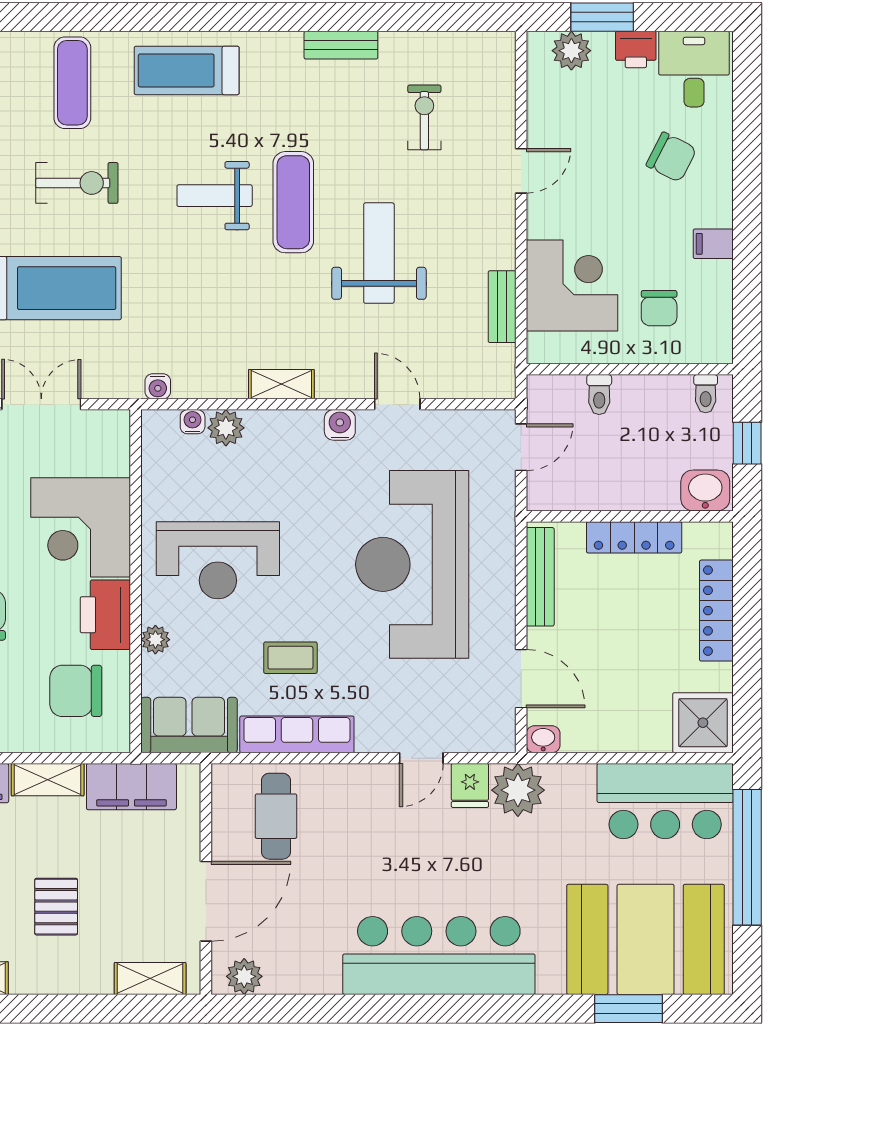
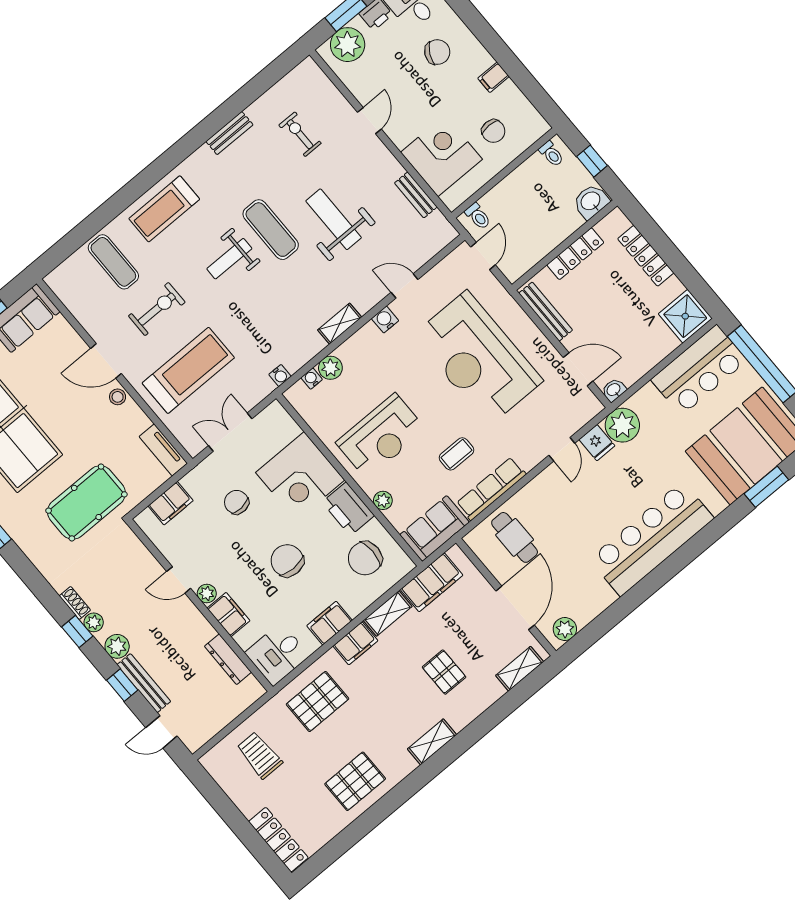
plant: (571, 51) -> (348, 45), width x1.36, depth x1.36
toilet: (599, 395) -> (478, 216), moved

